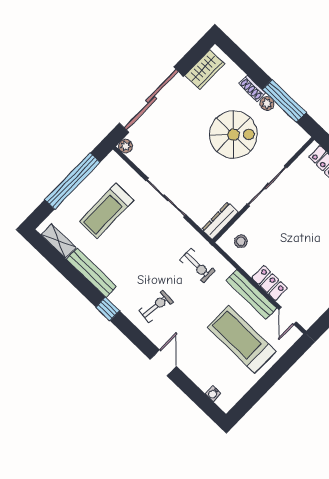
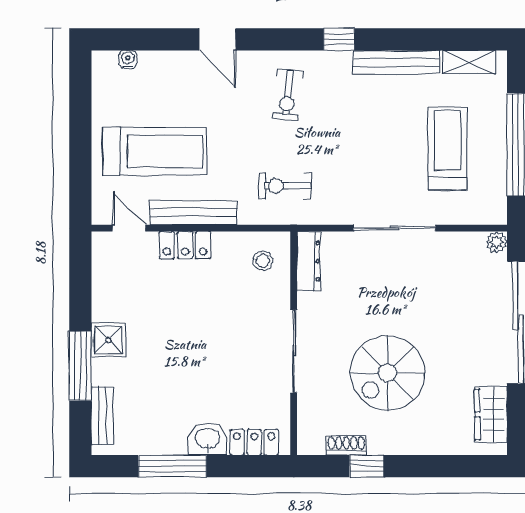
shoe rack: (252, 88) -> (346, 445), moved
window: (284, 101) -> (367, 466), width x0.46
plant: (267, 103) -> (384, 444), removed

